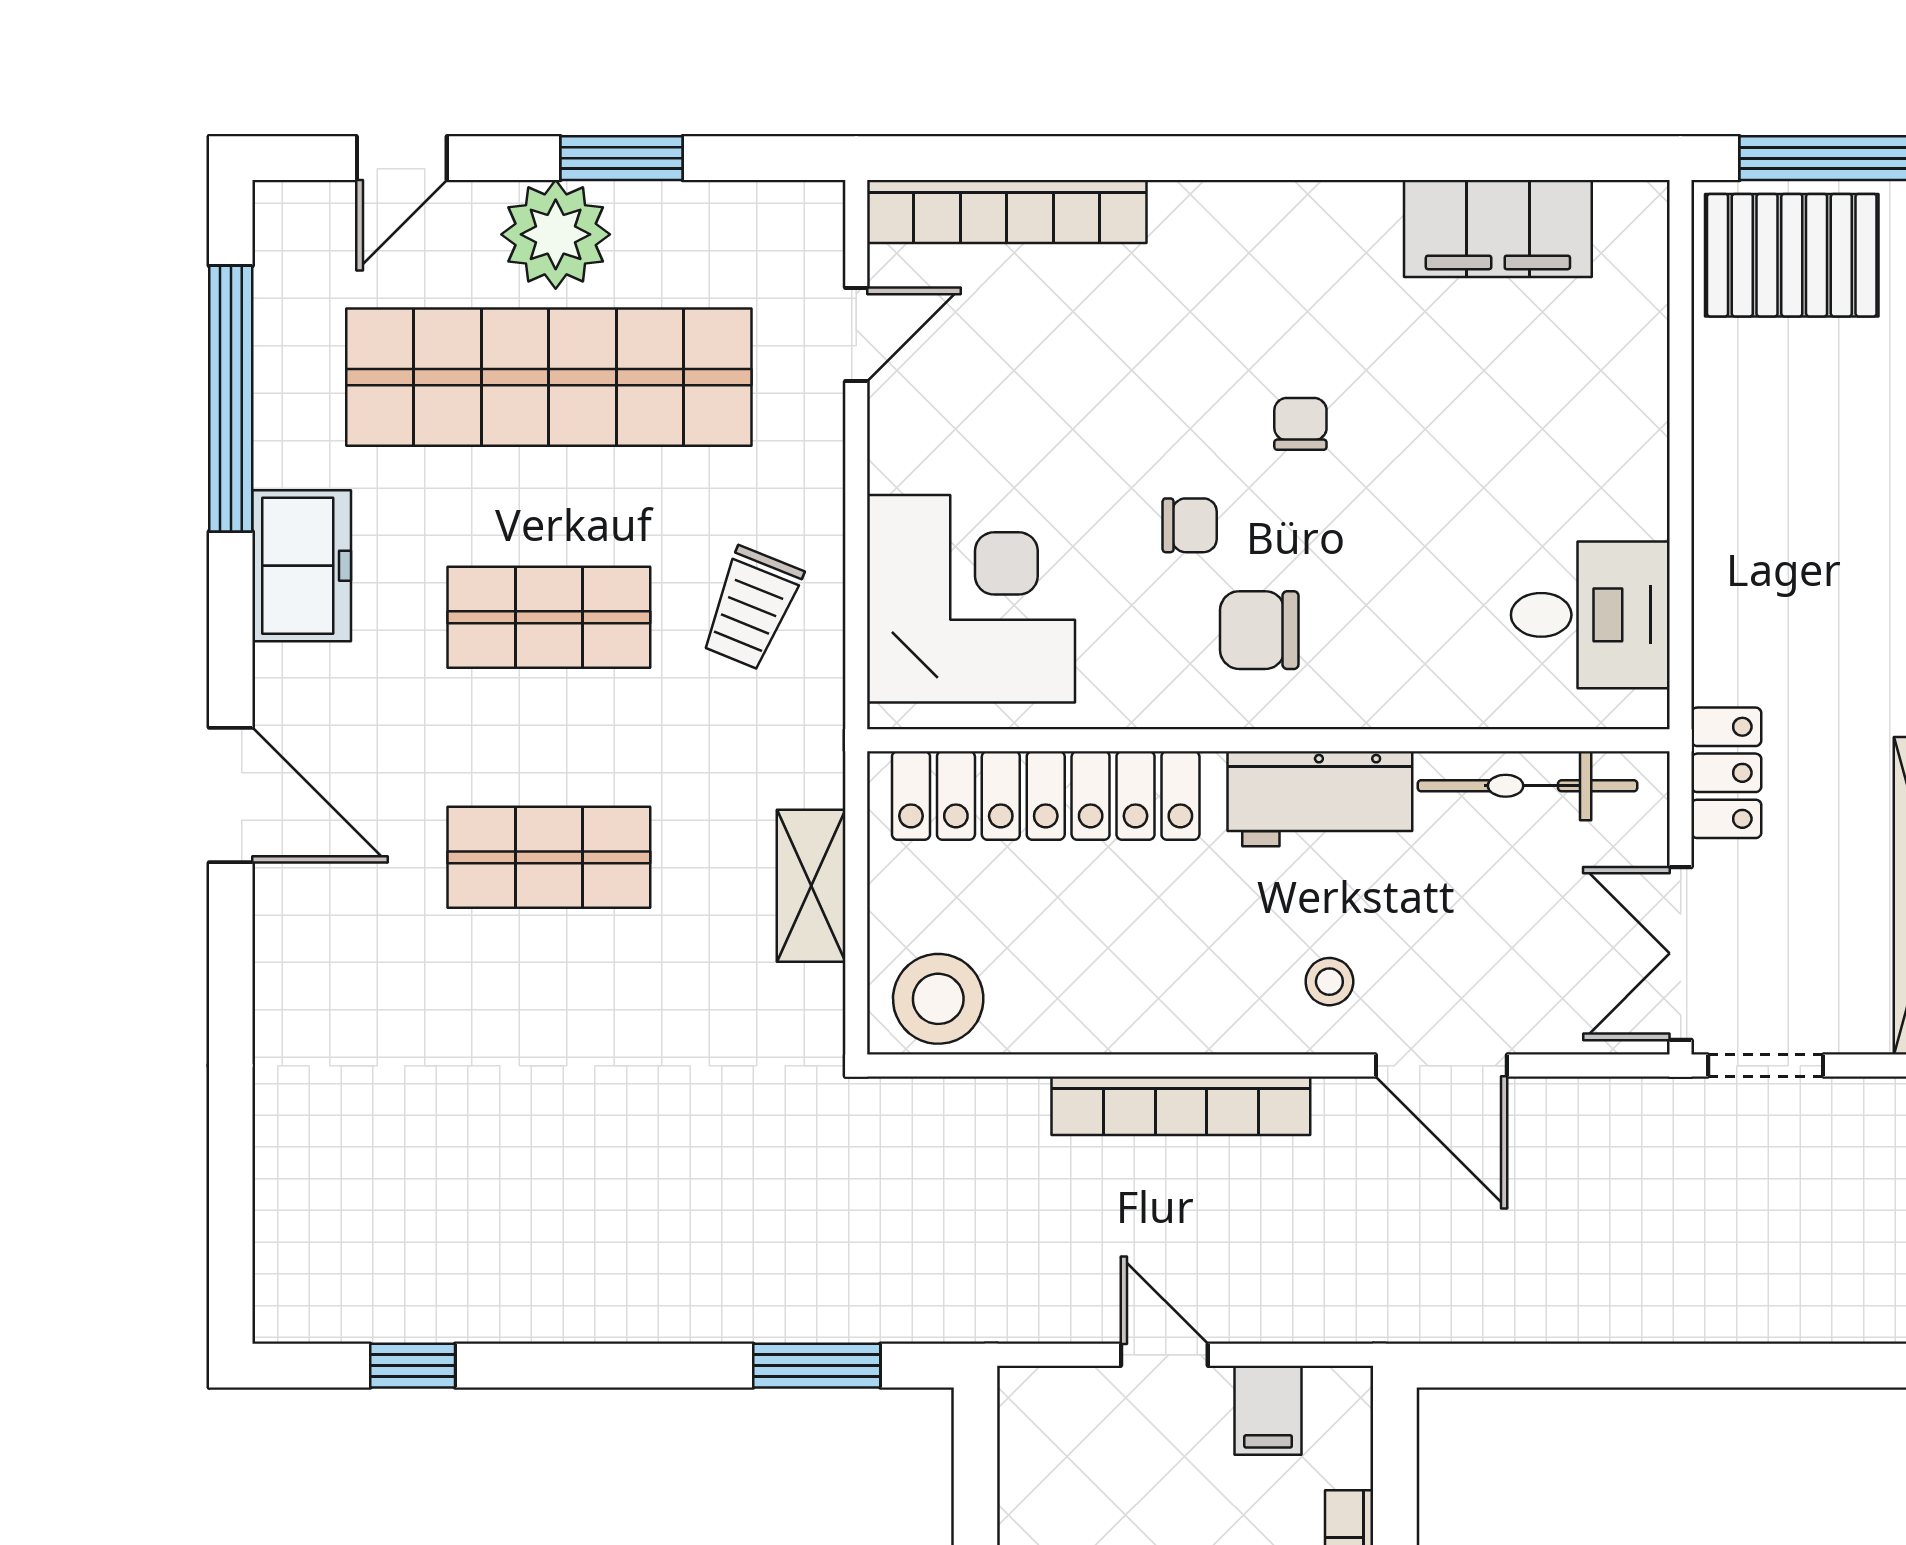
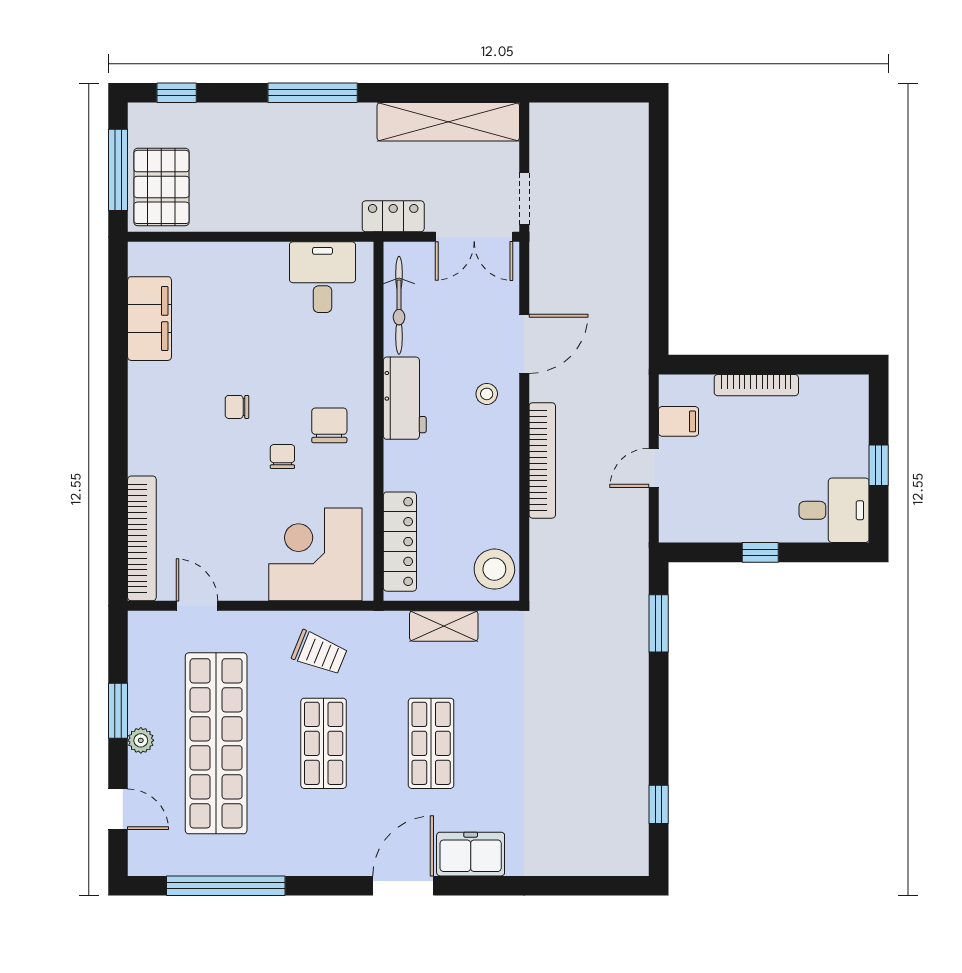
plant: (556, 234) -> (141, 740), width x0.53, depth x0.53
freezer: (302, 566) -> (471, 854), moved
chair: (1259, 630) -> (329, 425), turned 180
locker: (1046, 795) -> (400, 542), width x0.71, depth x0.83

